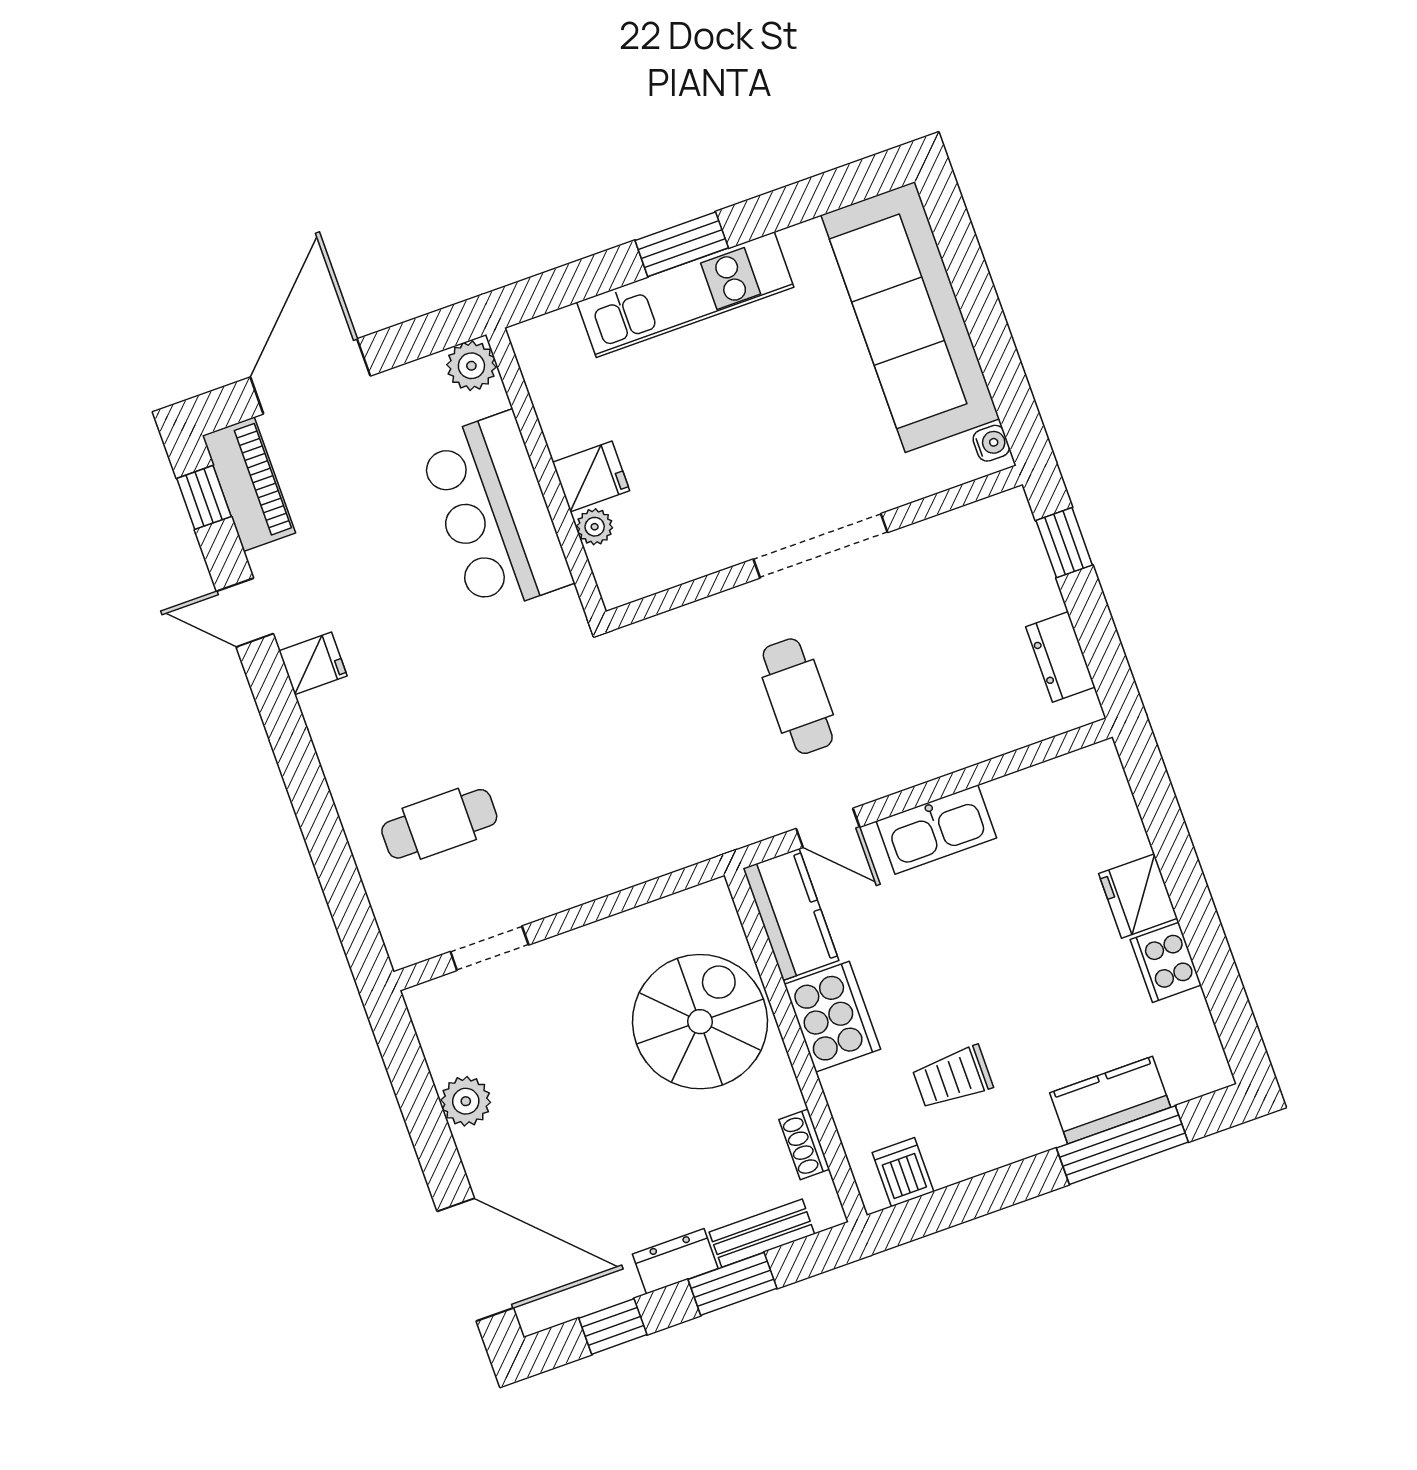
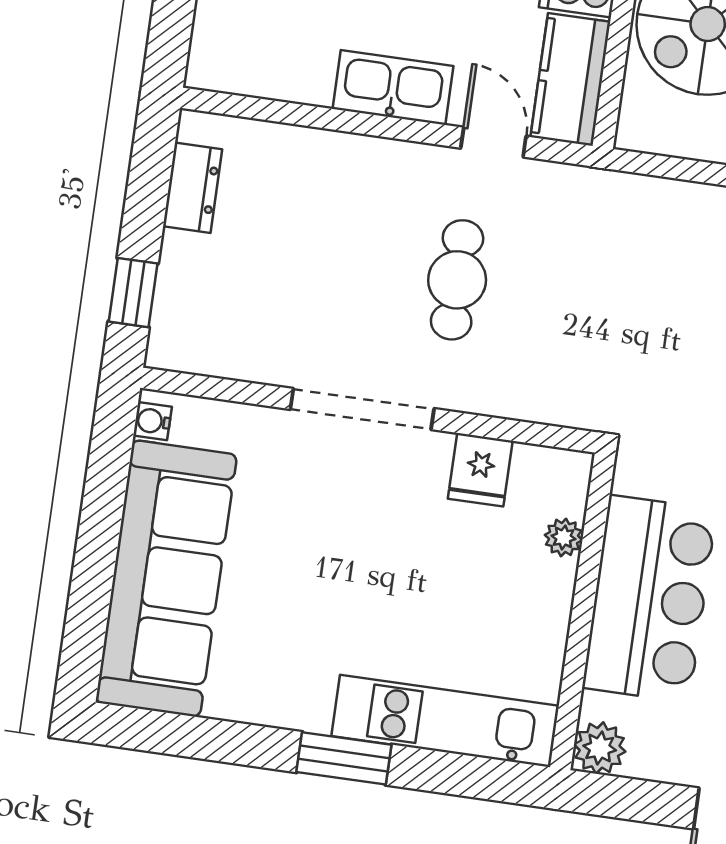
kitchen unit: (685, 295) -> (445, 721), moved
fridge: (591, 477) -> (480, 470), moved, turned -90

